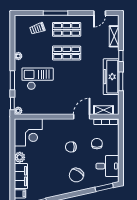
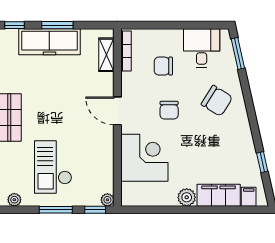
door: (82, 117) -> (117, 111), moved
corner desk: (28, 132) -> (144, 158), moved

